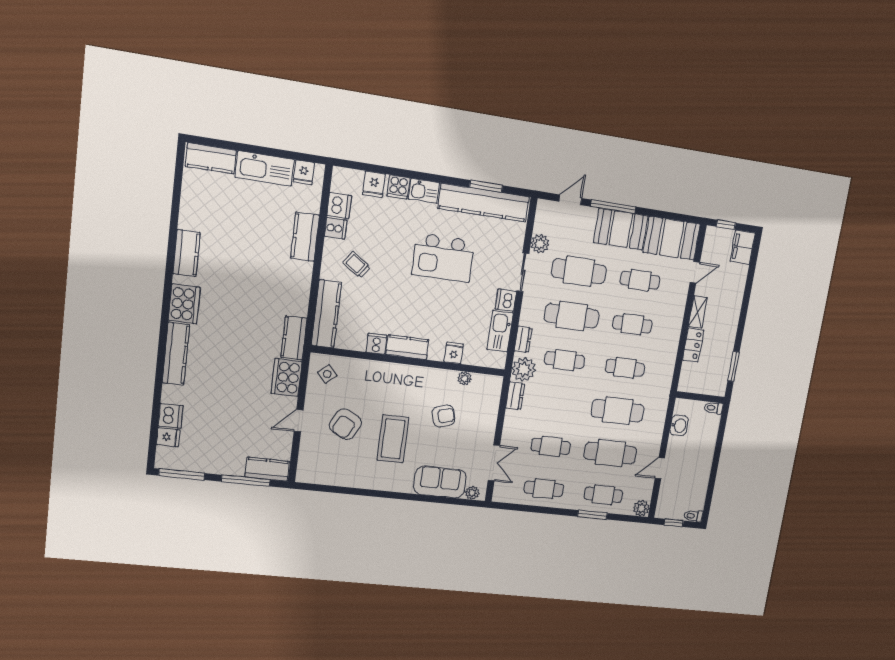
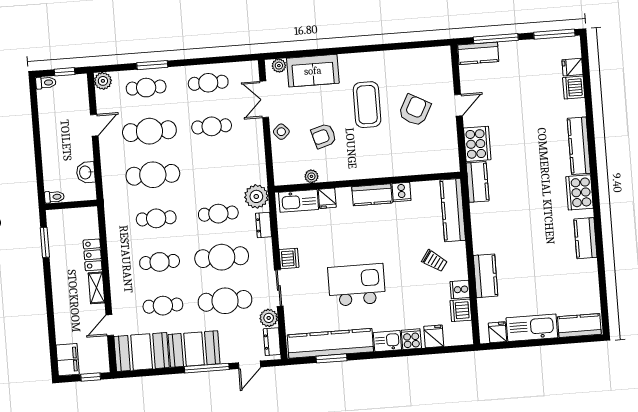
kitchen sink: (500, 331) -> (299, 201), moved, turned 90
side table: (327, 374) -> (281, 132), moved
dresser: (515, 396) -> (272, 342), moved

